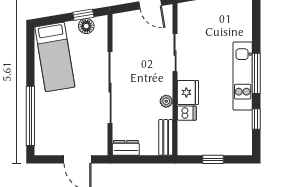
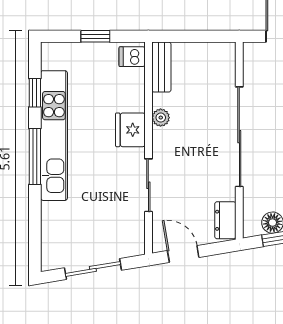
kitchen unit: (243, 76) -> (54, 136), width x1.36
dishwasher: (187, 113) -> (132, 57), moved
dresser: (126, 148) -> (225, 220), moved, turned 90

